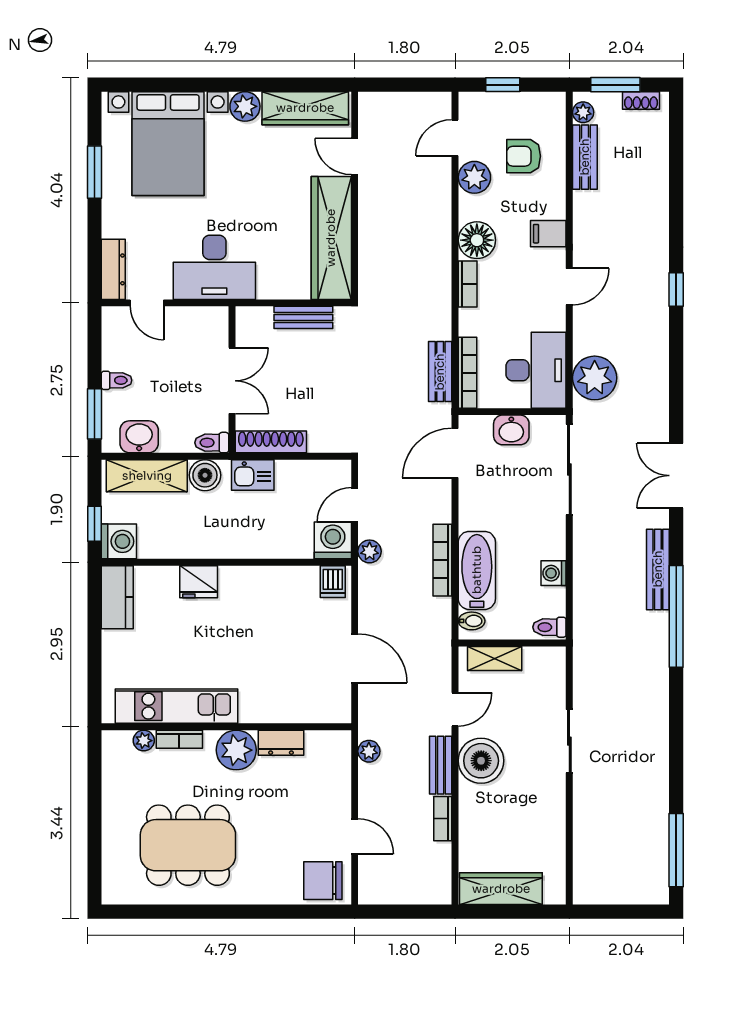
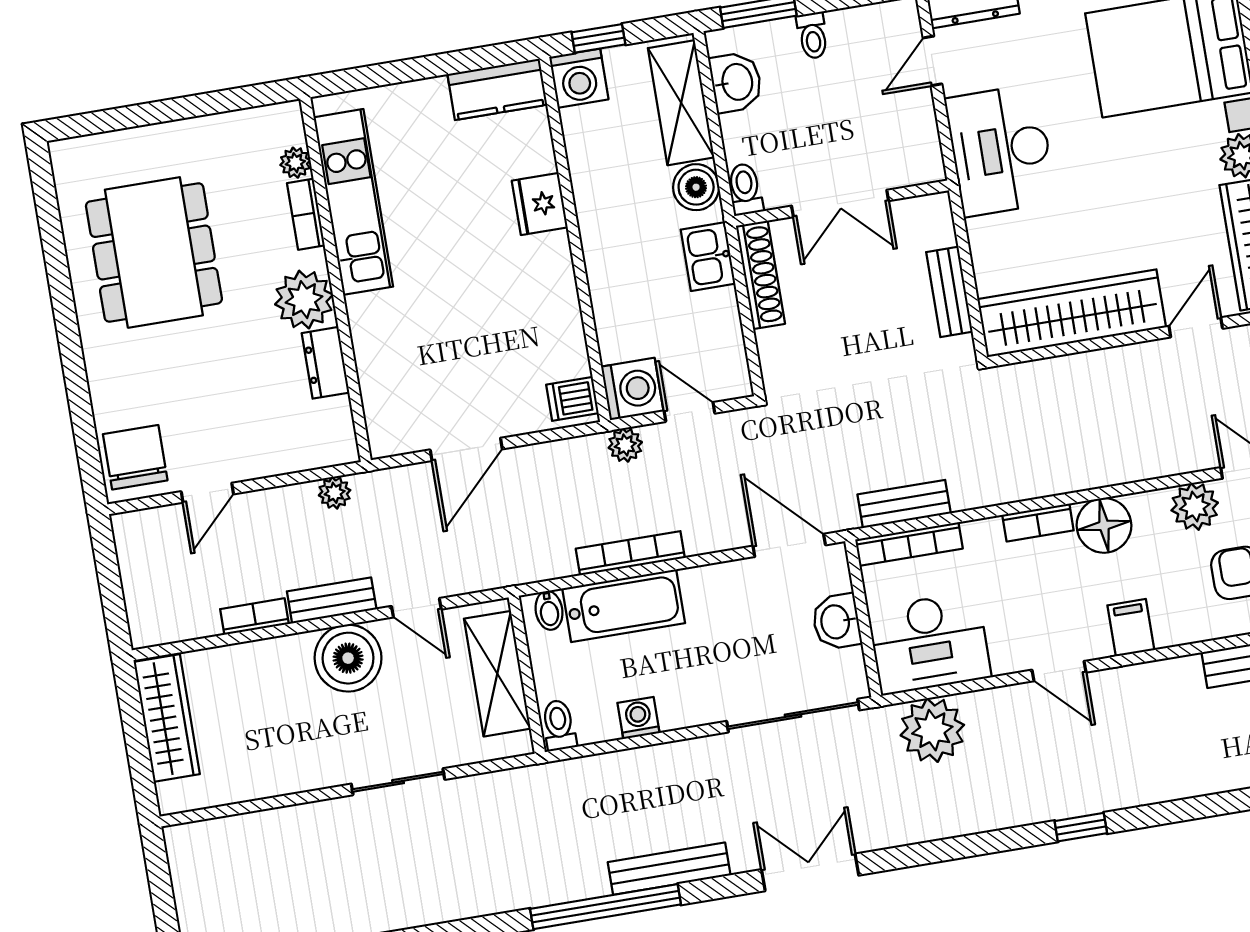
shelving: (495, 659) -> (497, 674), width x1.50, depth x1.33

